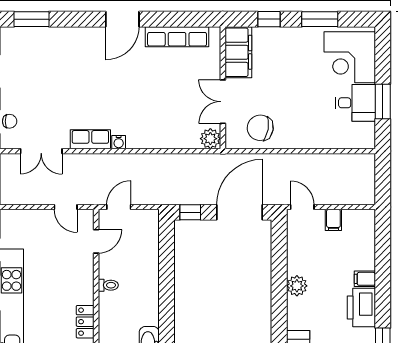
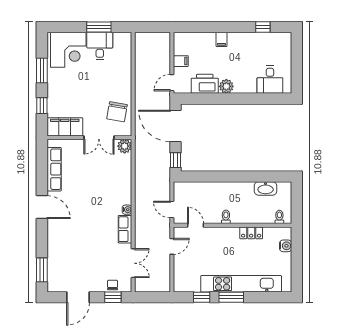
printer: (361, 308) -> (205, 84), moved, turned 180

